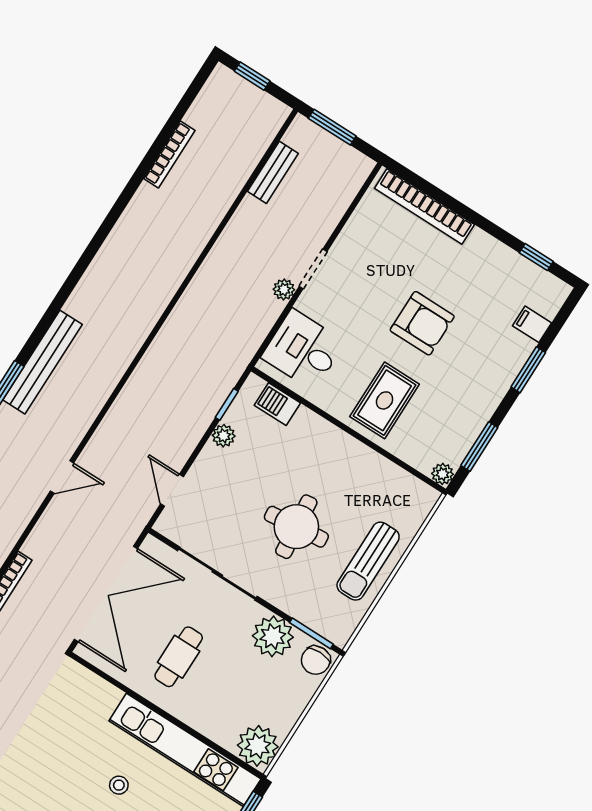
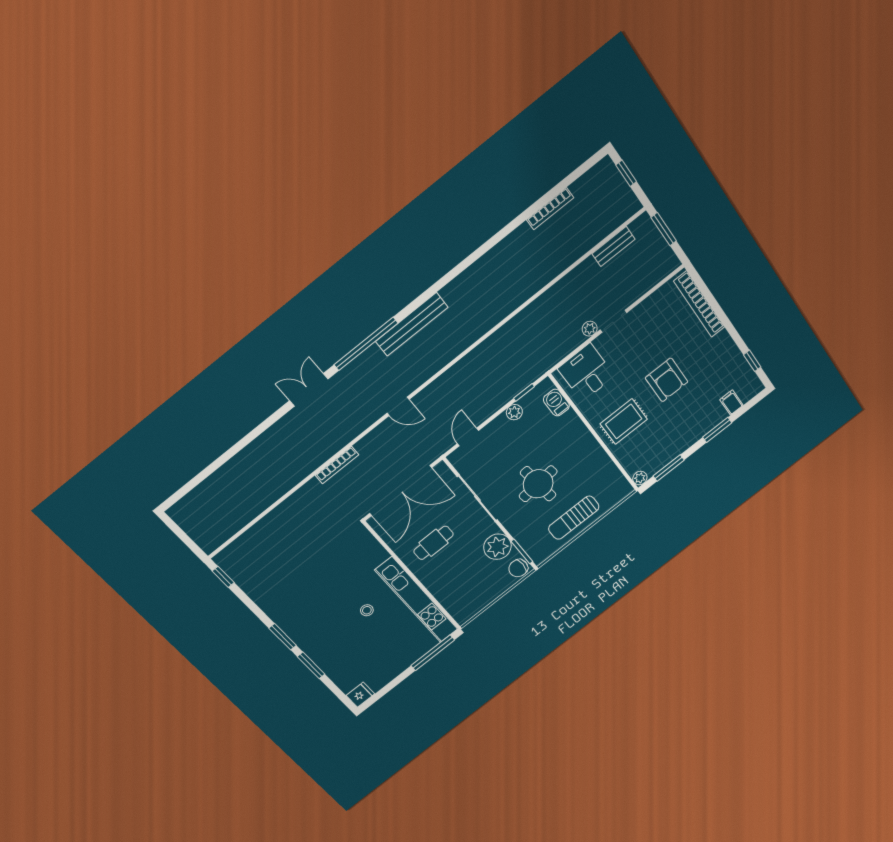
plant: (258, 746) -> (463, 609), removed

